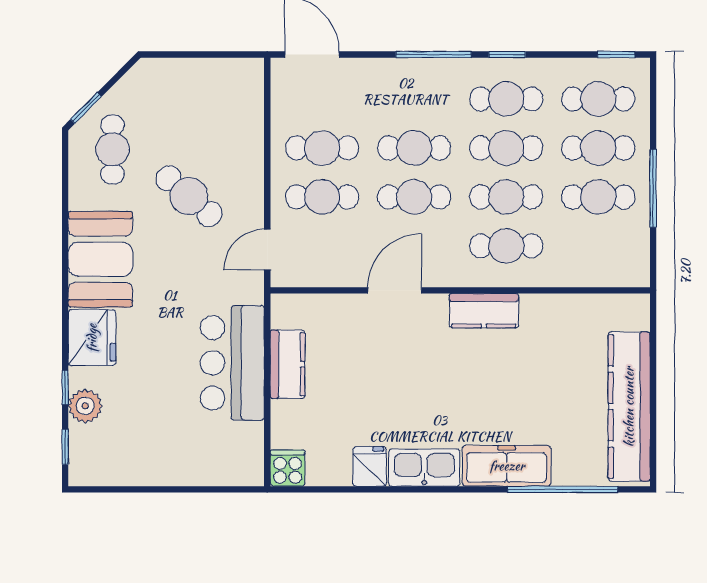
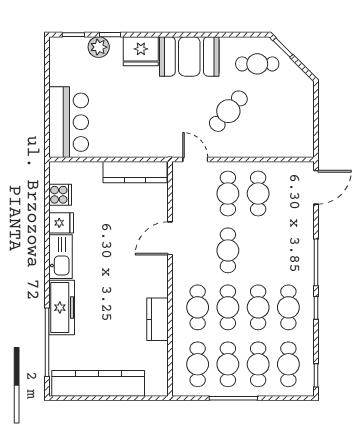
cafe table: (414, 148) -> (198, 364), moved
door: (395, 290) -> (170, 238), swing flipped
kitchen counter: (484, 311) -> (158, 319), moved
bar counter: (232, 363) -> (69, 122), moved, turned 90
kitchen counter: (288, 364) -> (135, 172), width x1.50
cooker: (288, 468) -> (60, 195), moved

